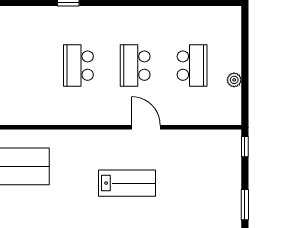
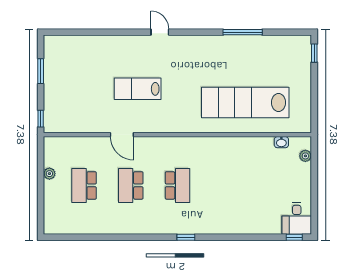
school desk: (135, 66) -> (131, 185), turned 180

